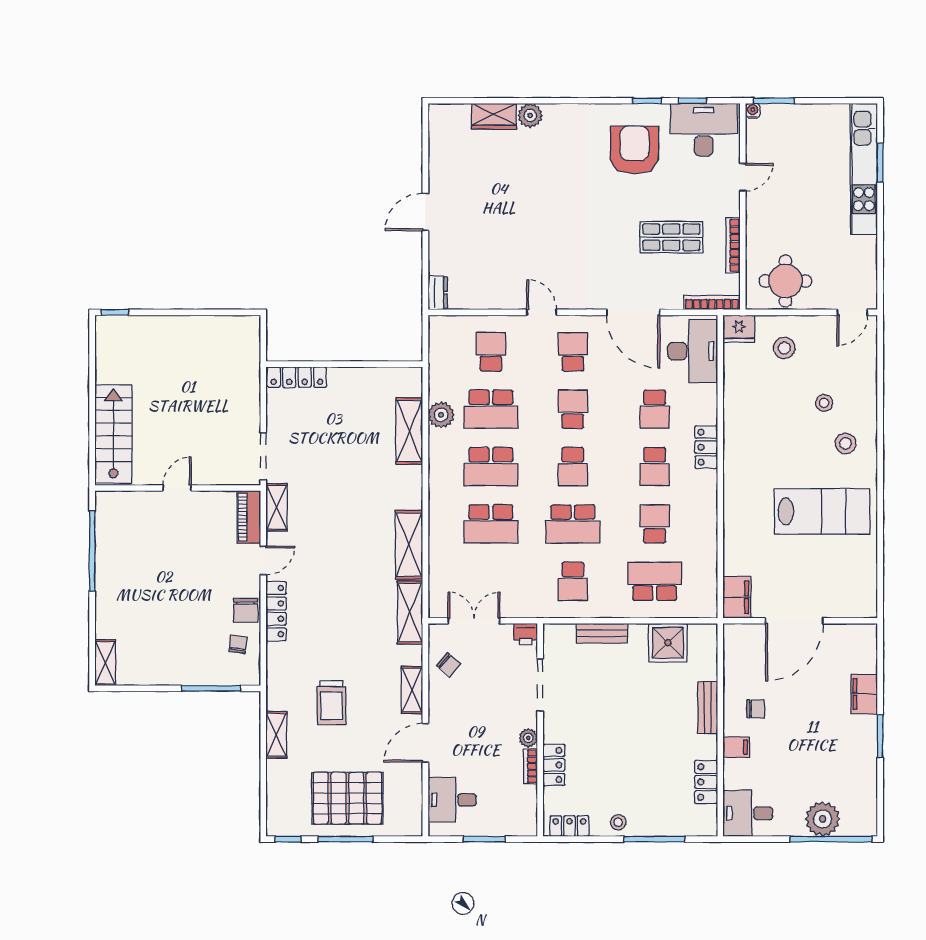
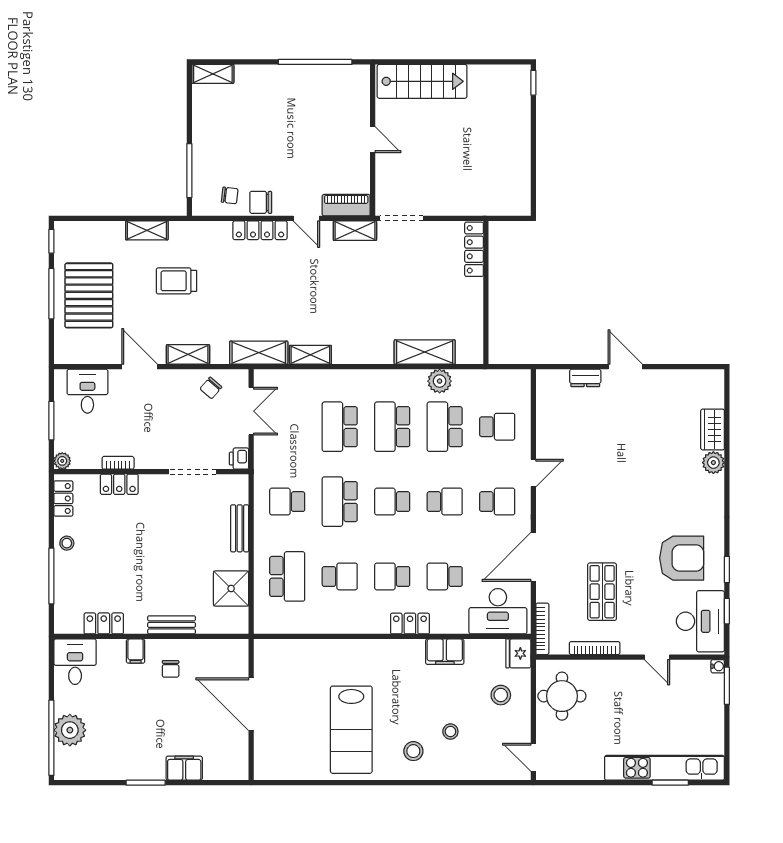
dresser: (438, 293) -> (585, 378), moved
shelving: (409, 545) -> (310, 355), width x0.67, depth x0.75
filing cabinet: (737, 597) -> (445, 652), moved
plant: (528, 738) -> (62, 461), moved

